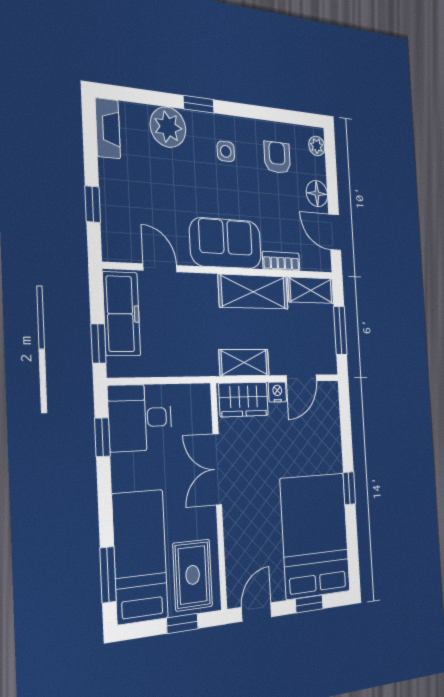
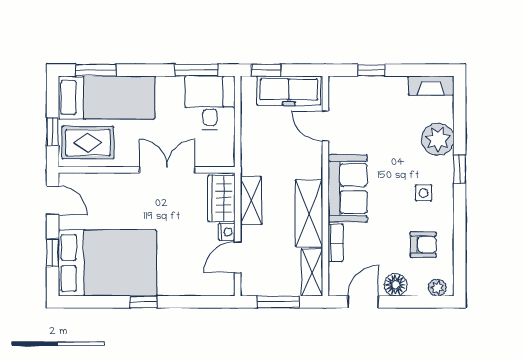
door: (160, 268) -> (325, 126), swing flipped
door: (301, 378) -> (238, 258), hinge flipped
window: (102, 437) -> (197, 70), width x1.50

